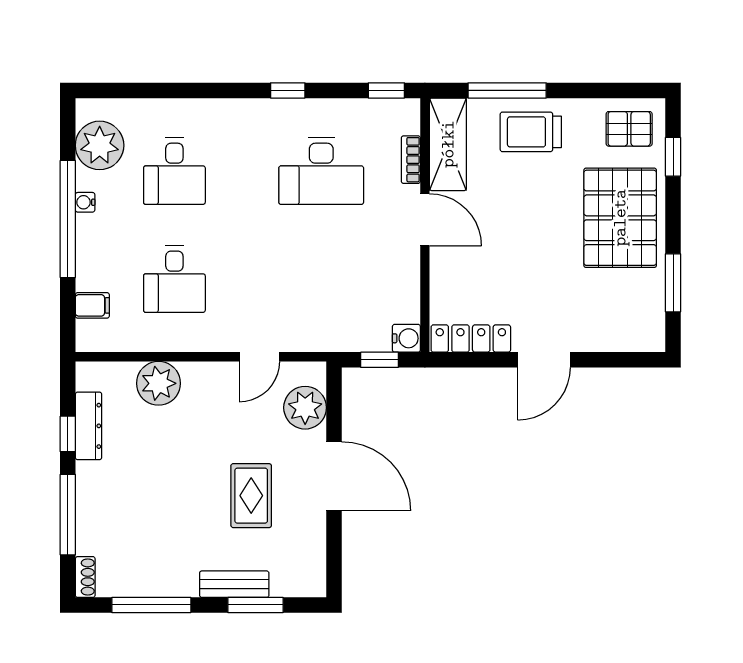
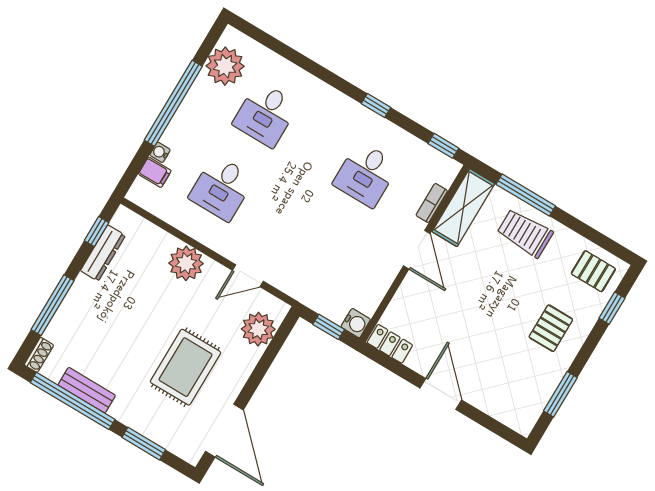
desk: (321, 171) -> (366, 174), width x0.73
water cooler: (85, 202) -> (160, 152), moved
pallet: (620, 218) -> (551, 328), width x0.49, depth x0.50
locker: (471, 339) -> (390, 344), width x0.66
door: (544, 360) -> (441, 394), swing flipped
plant: (159, 383) -> (186, 263), moved
window: (68, 434) -> (97, 232), moved
door: (334, 476) -> (224, 431), moved
rug: (251, 496) -> (185, 367), width x1.36, depth x1.43
bench: (234, 584) -> (87, 390), moved
window: (151, 605) -> (73, 401), width x1.46

